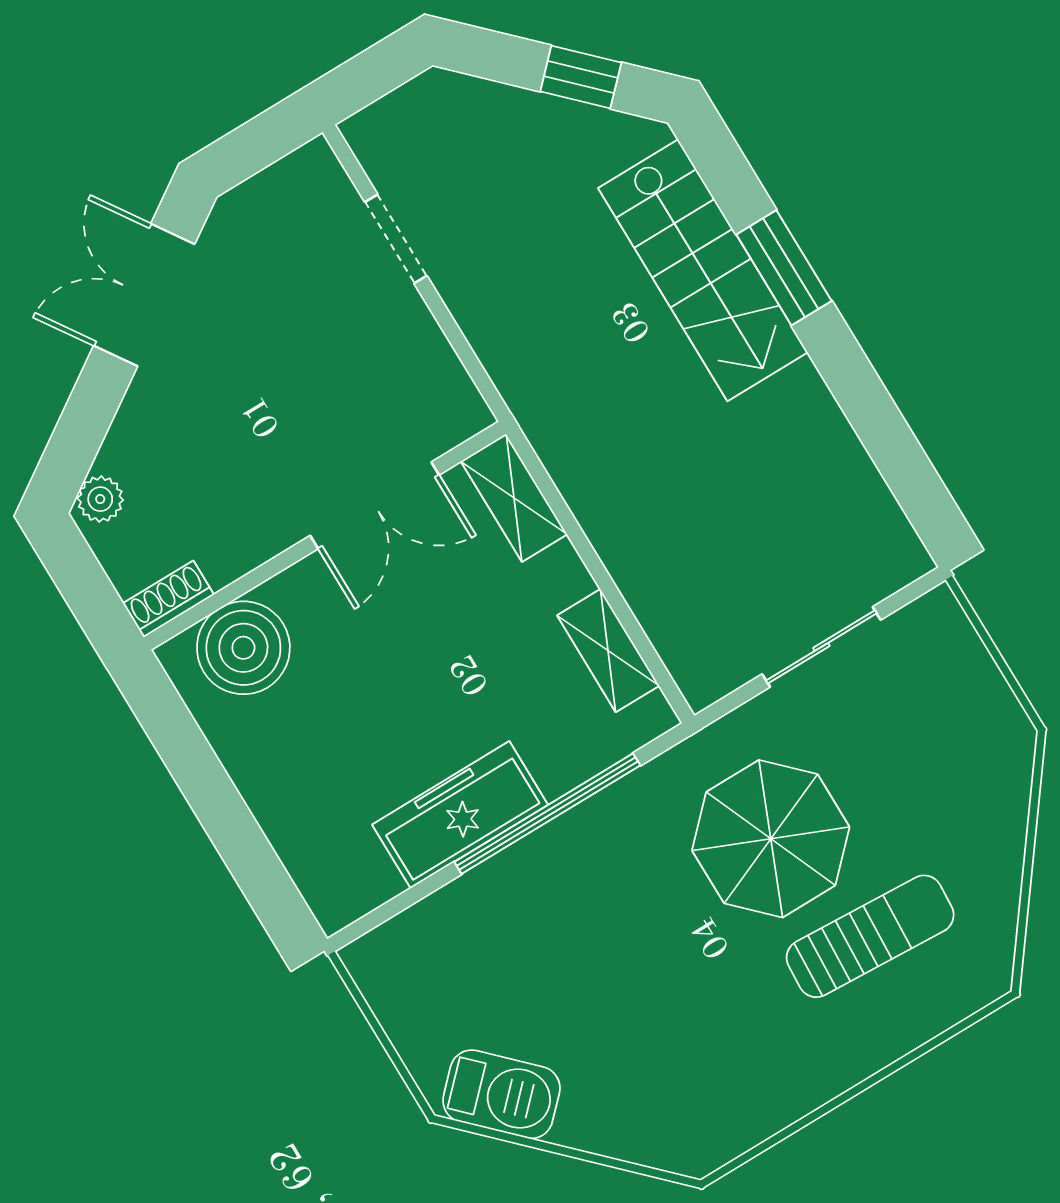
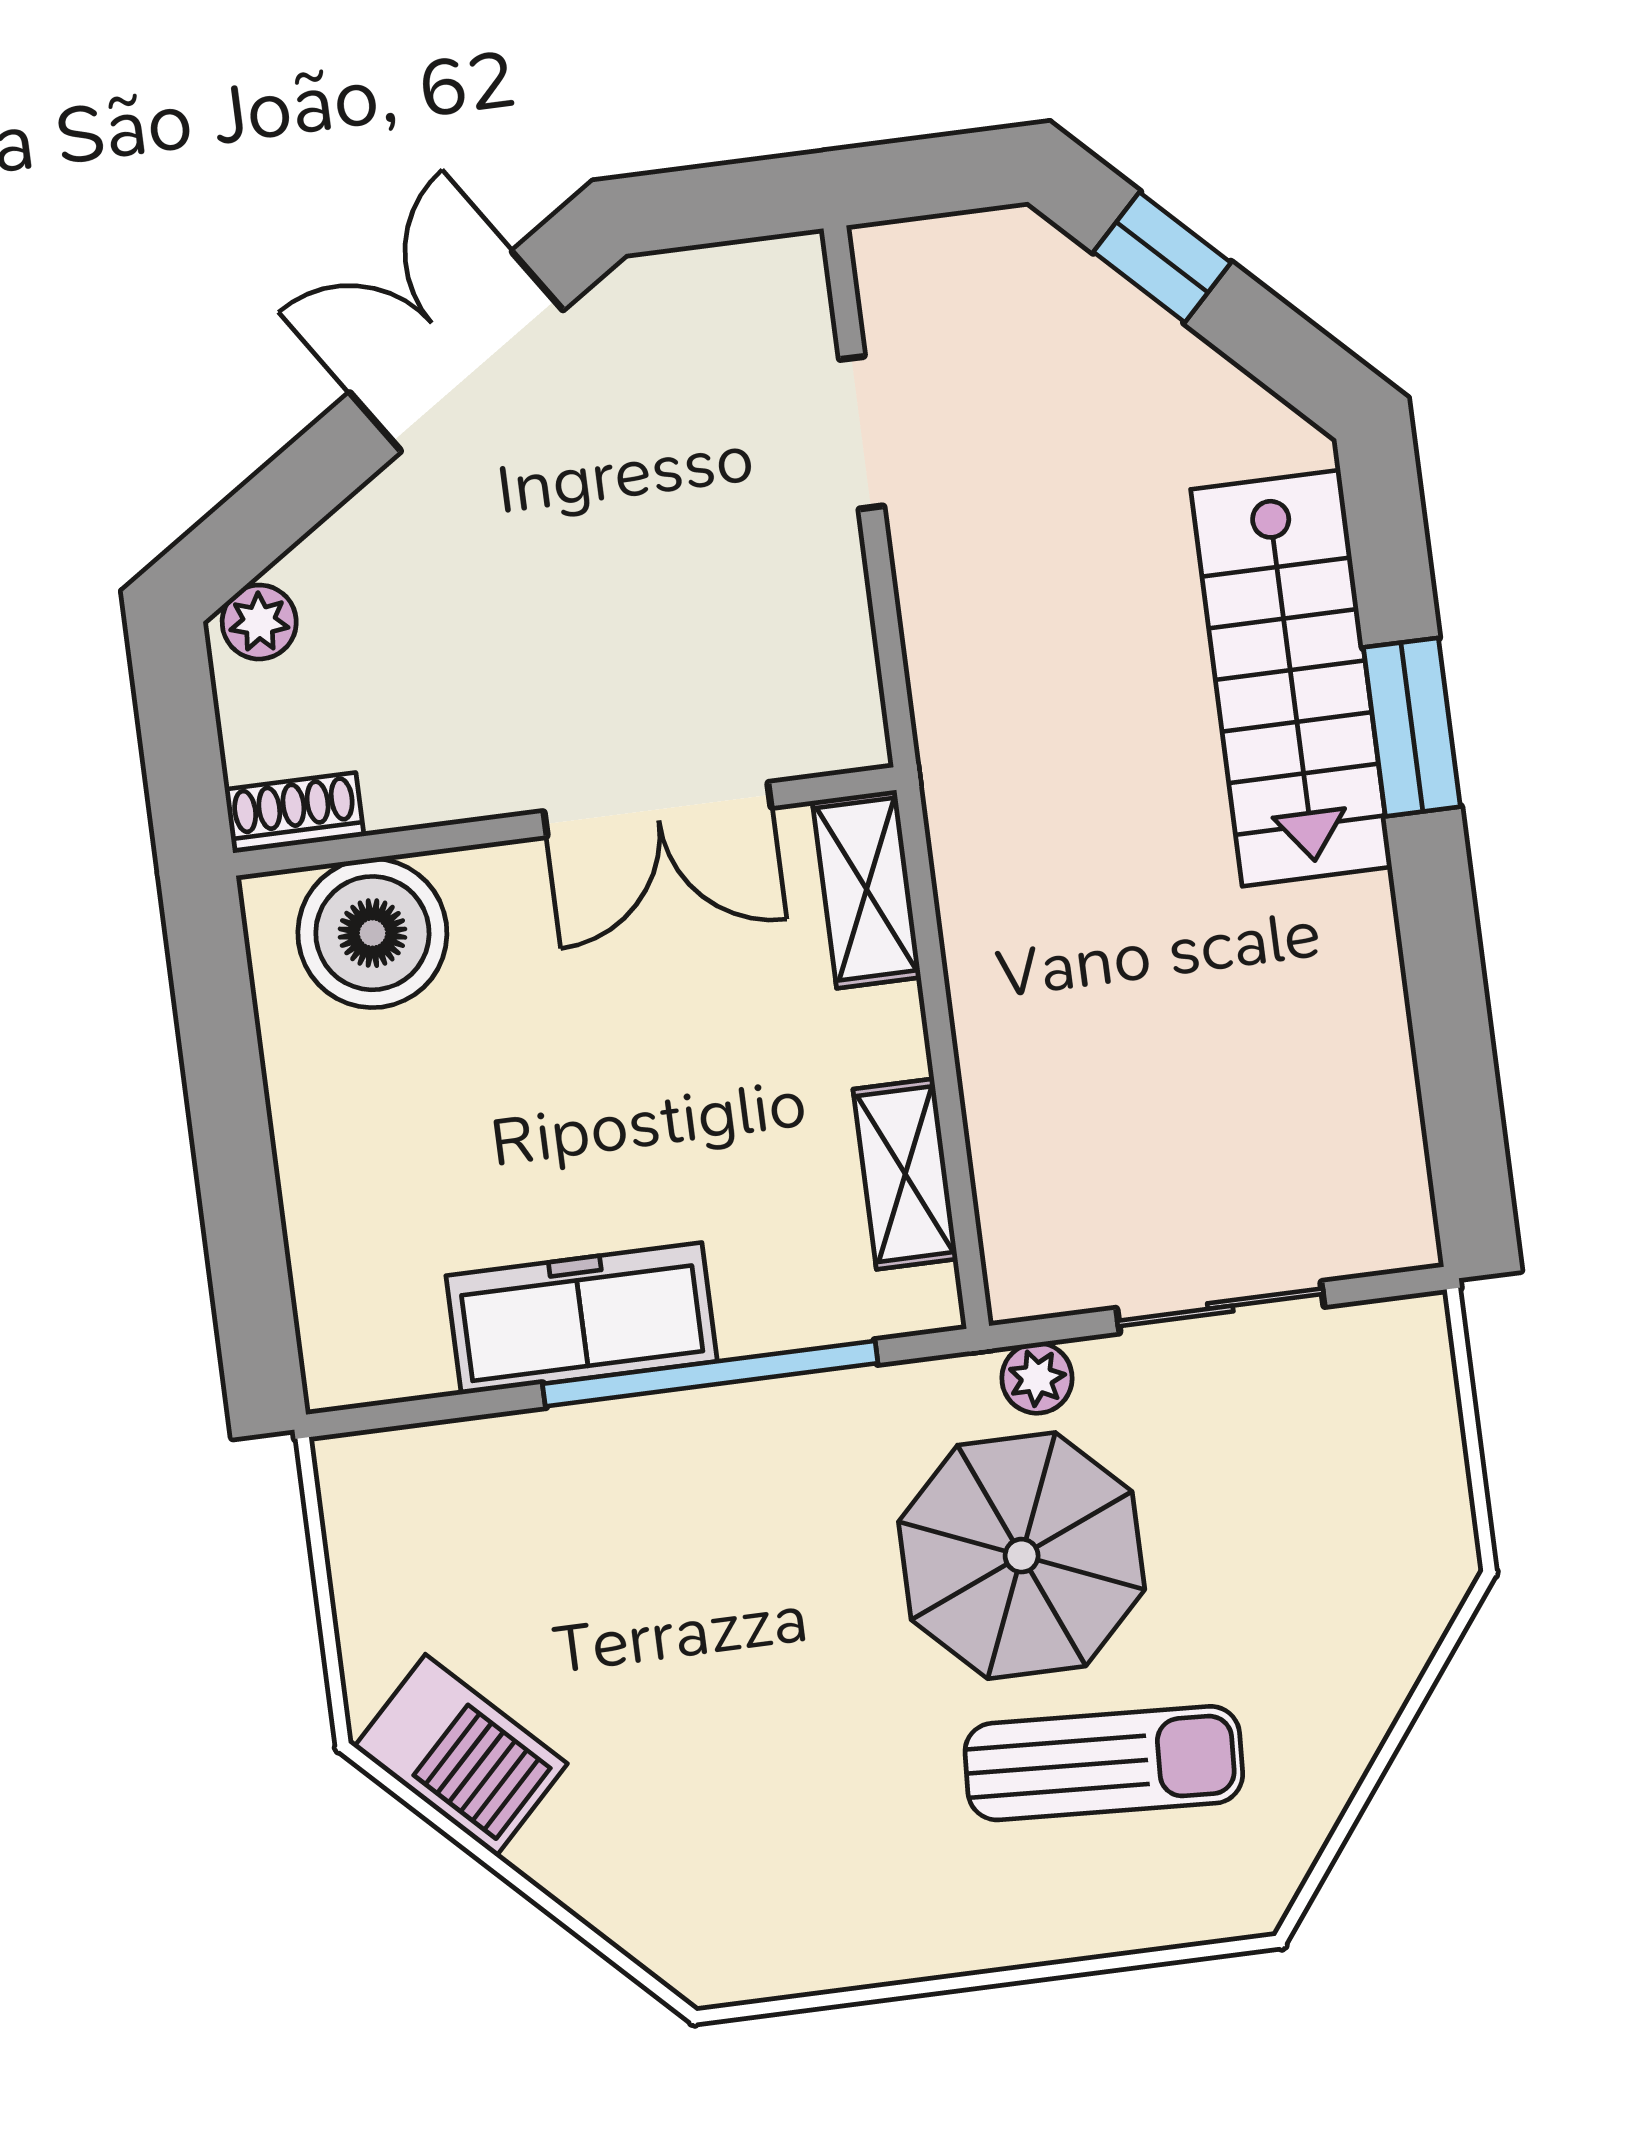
window: (581, 77) -> (1162, 257), moved
plant: (735, 734) -> (1037, 1378), added

